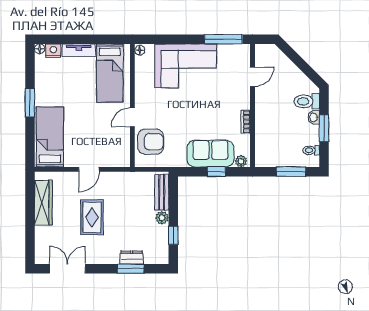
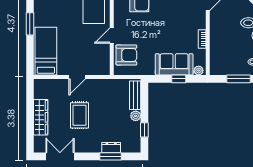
wardrobe: (43, 203) -> (41, 117), moved

